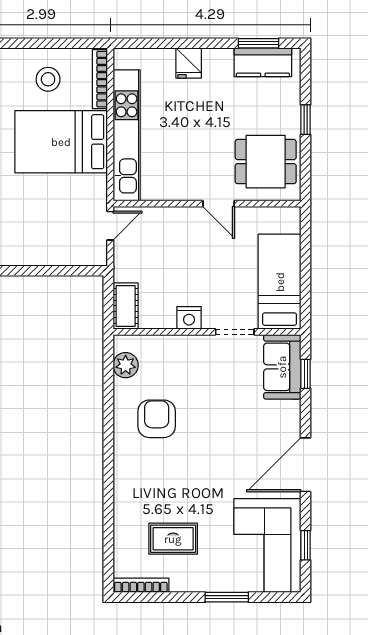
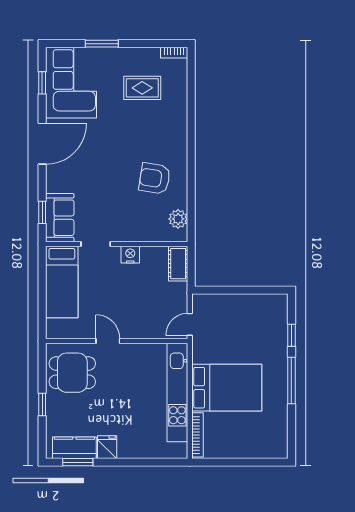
fridge: (189, 63) -> (107, 447), moved
stool: (48, 79) -> (237, 435), removed
armchair: (157, 419) -> (155, 178), turned 99
bookcase: (141, 585) -> (174, 53), width x0.64

